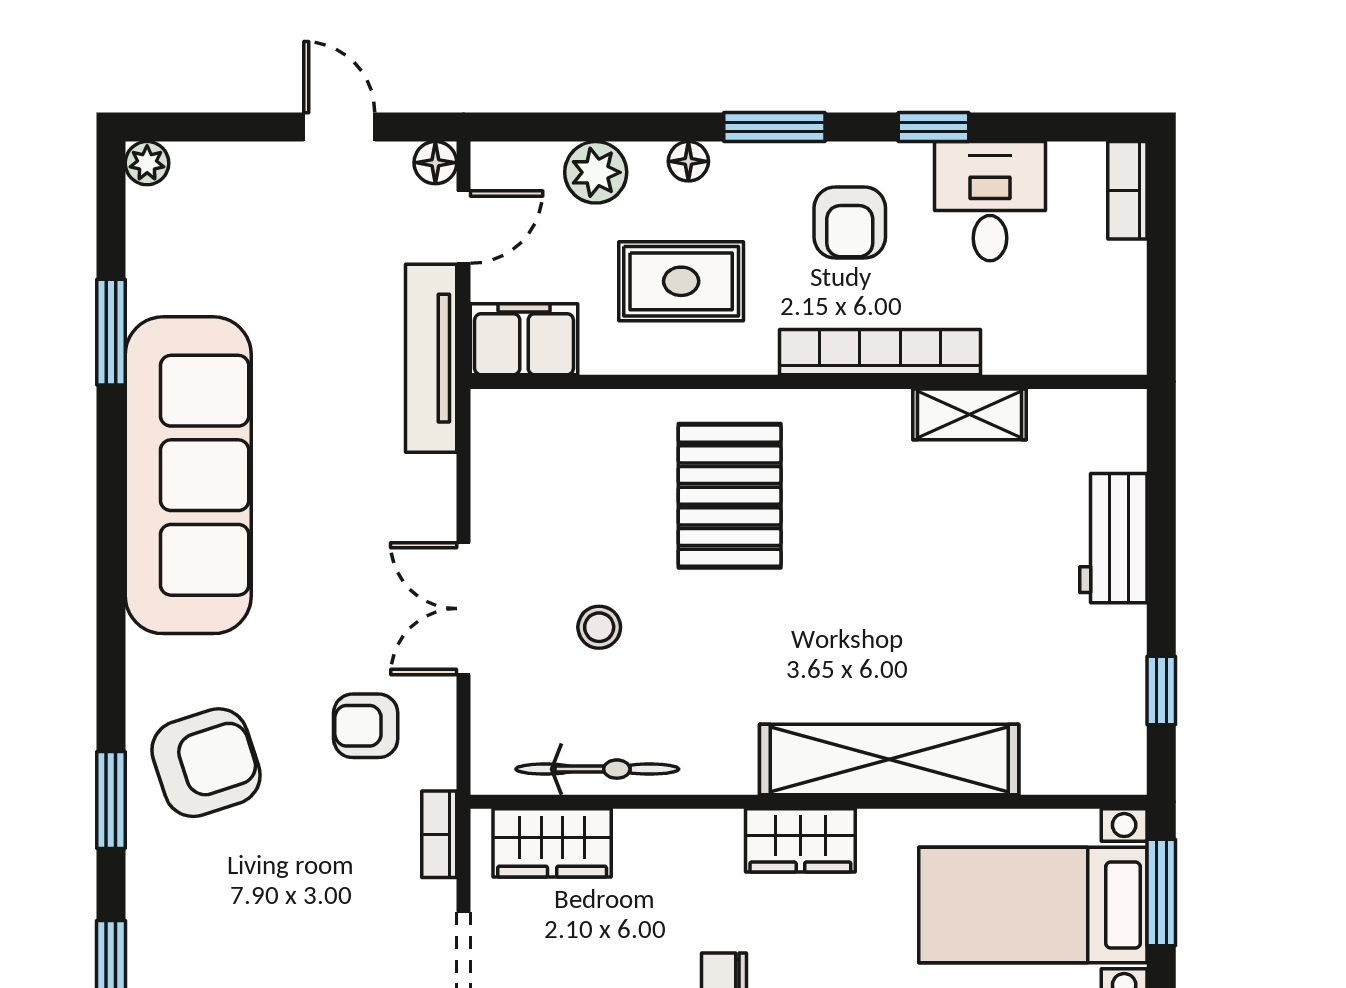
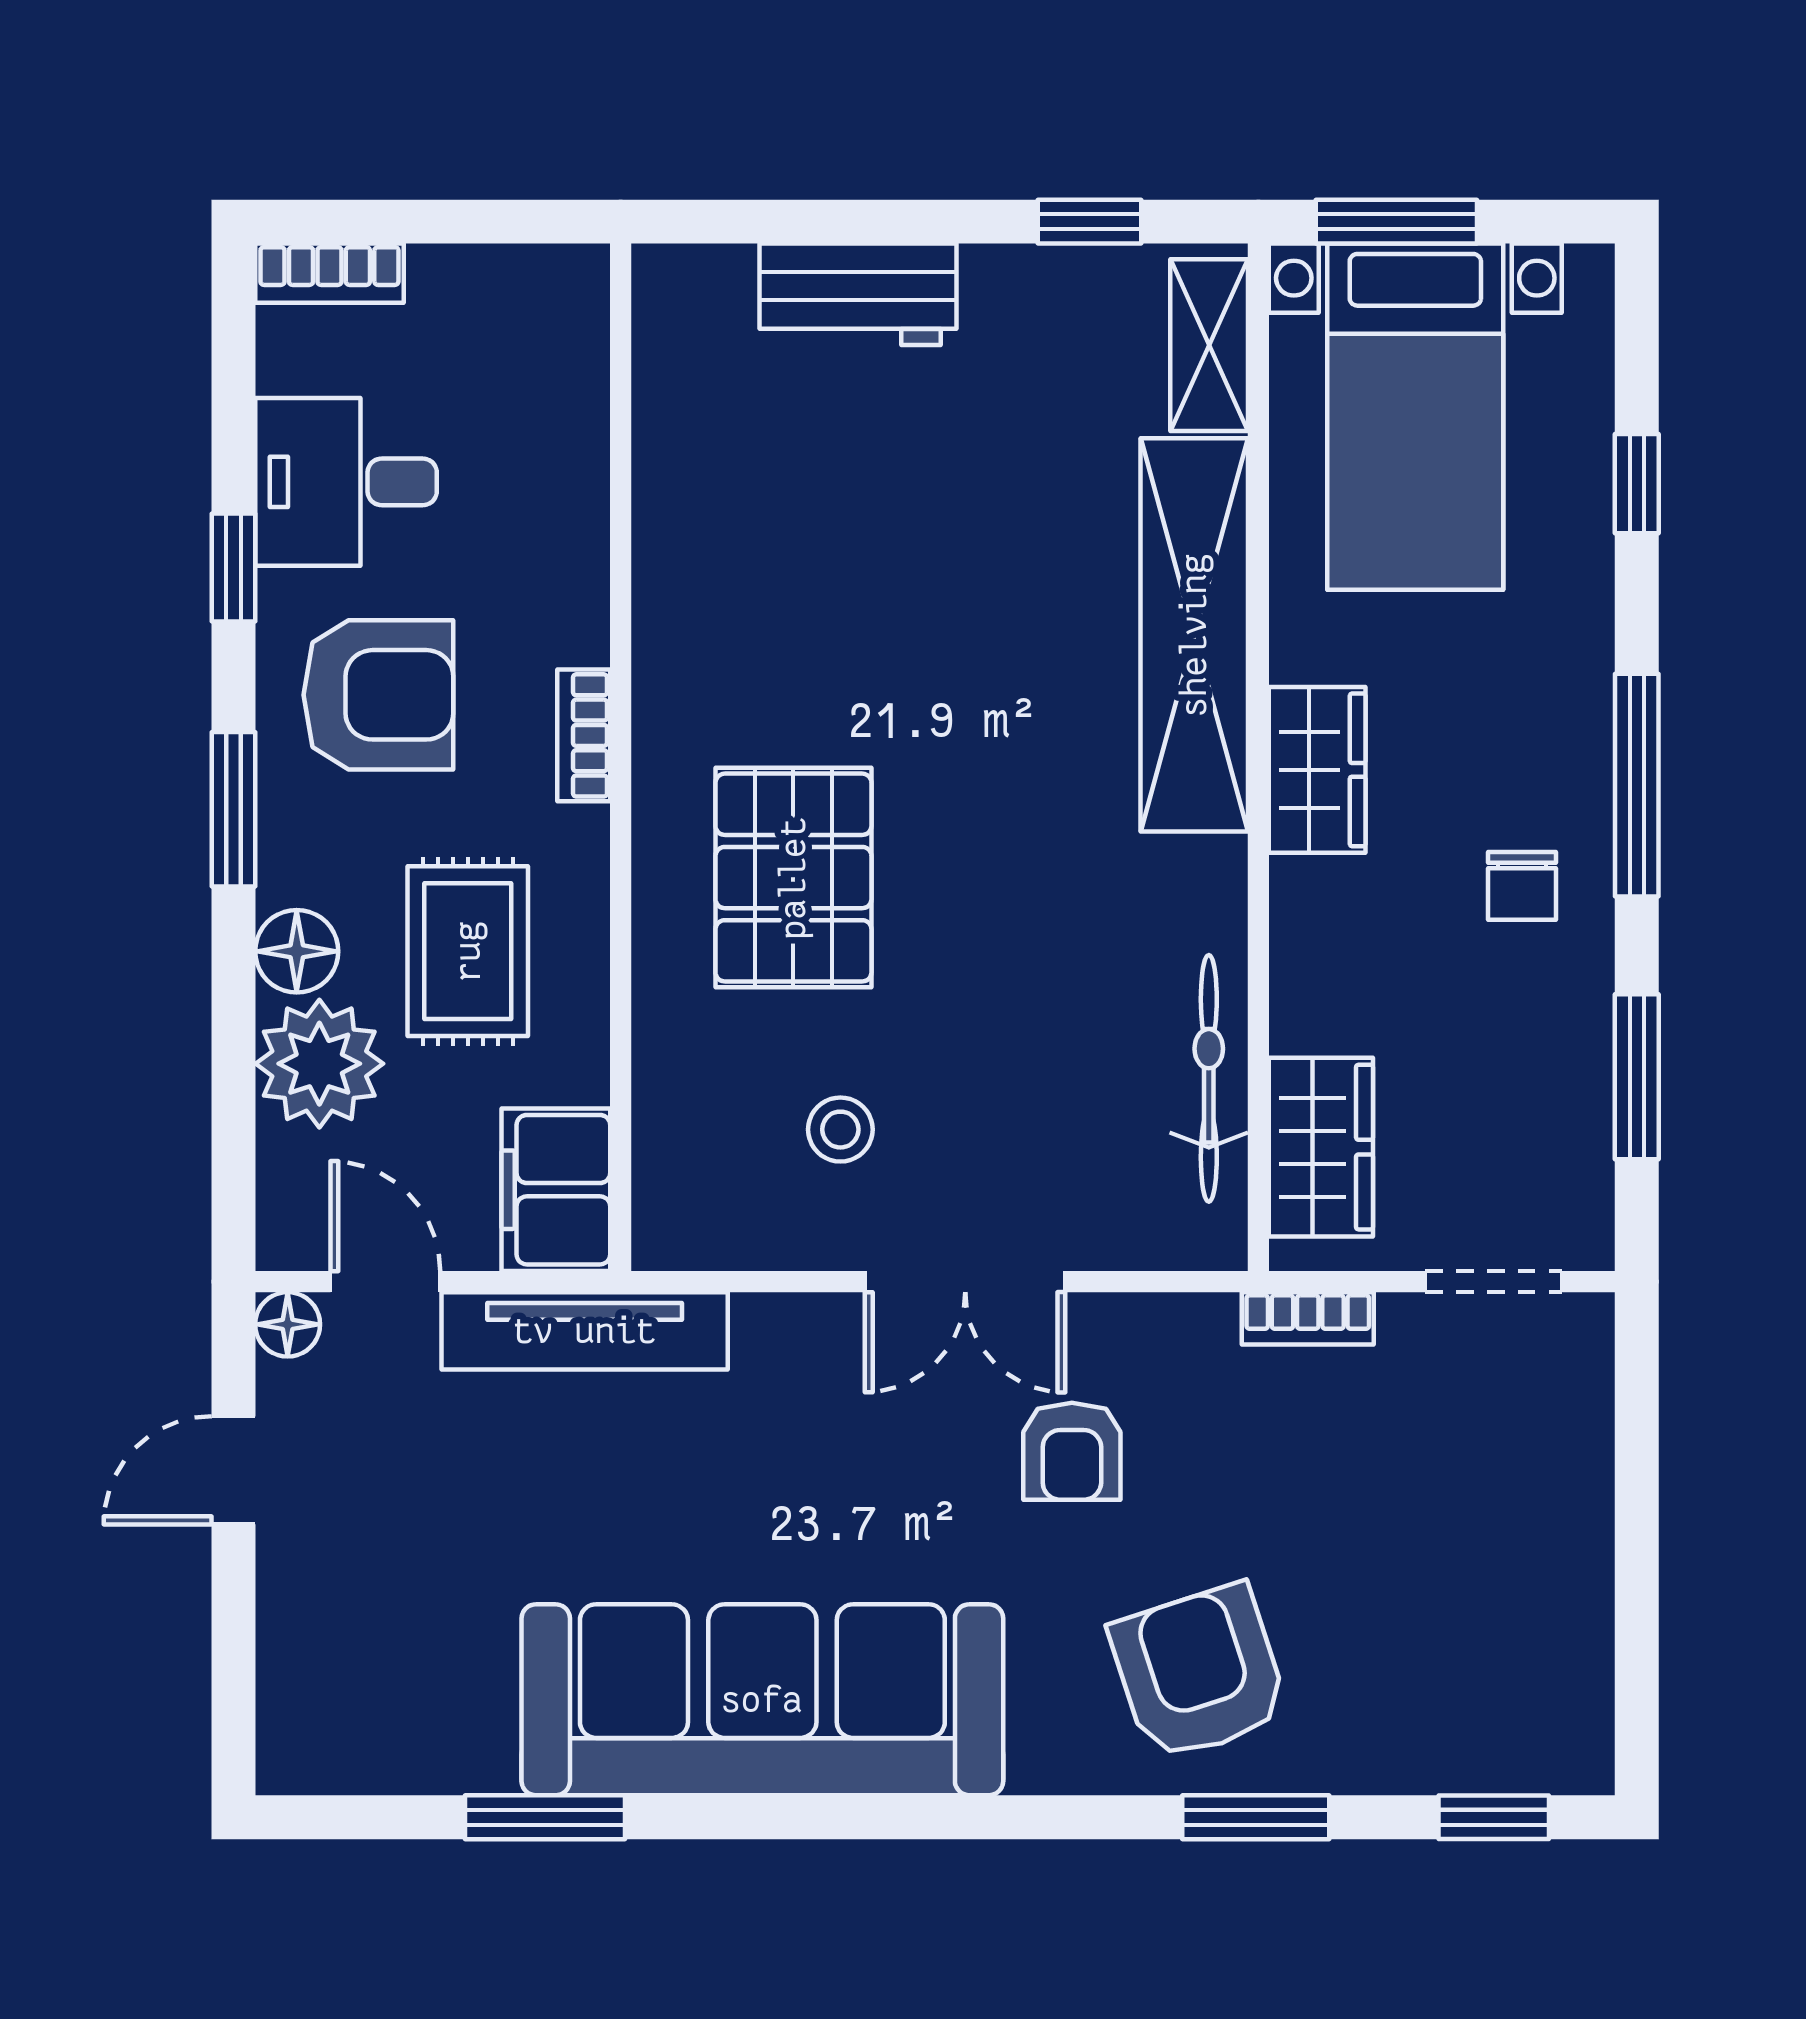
floor lamp: (688, 161) -> (297, 951), width x1.37, depth x1.37
plant: (147, 163) -> (288, 1762), removed
plant: (596, 172) -> (319, 1064), width x1.36, depth x1.36
armchair: (850, 222) -> (378, 695), width x1.38, depth x1.38
bookcase: (880, 352) -> (584, 735), width x0.43, depth x0.76
shelving: (970, 414) -> (1209, 345), moved
pallet: (730, 496) -> (793, 878), turned 90
stool: (599, 627) -> (840, 1130), moved
armchair: (366, 726) -> (1072, 1451), moved

